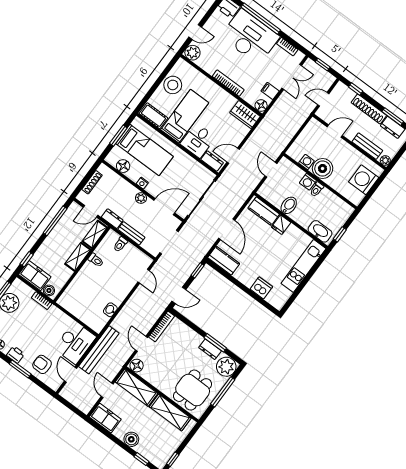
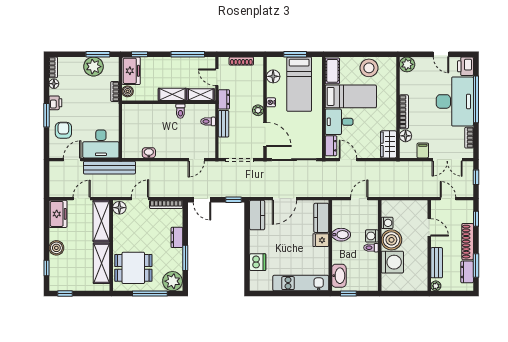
door: (195, 32) -> (441, 54), moved
floor lamp: (261, 106) -> (406, 136), moved
washing machine: (364, 180) -> (392, 262), moved, turned 90
dresser: (210, 349) -> (177, 237), moved

